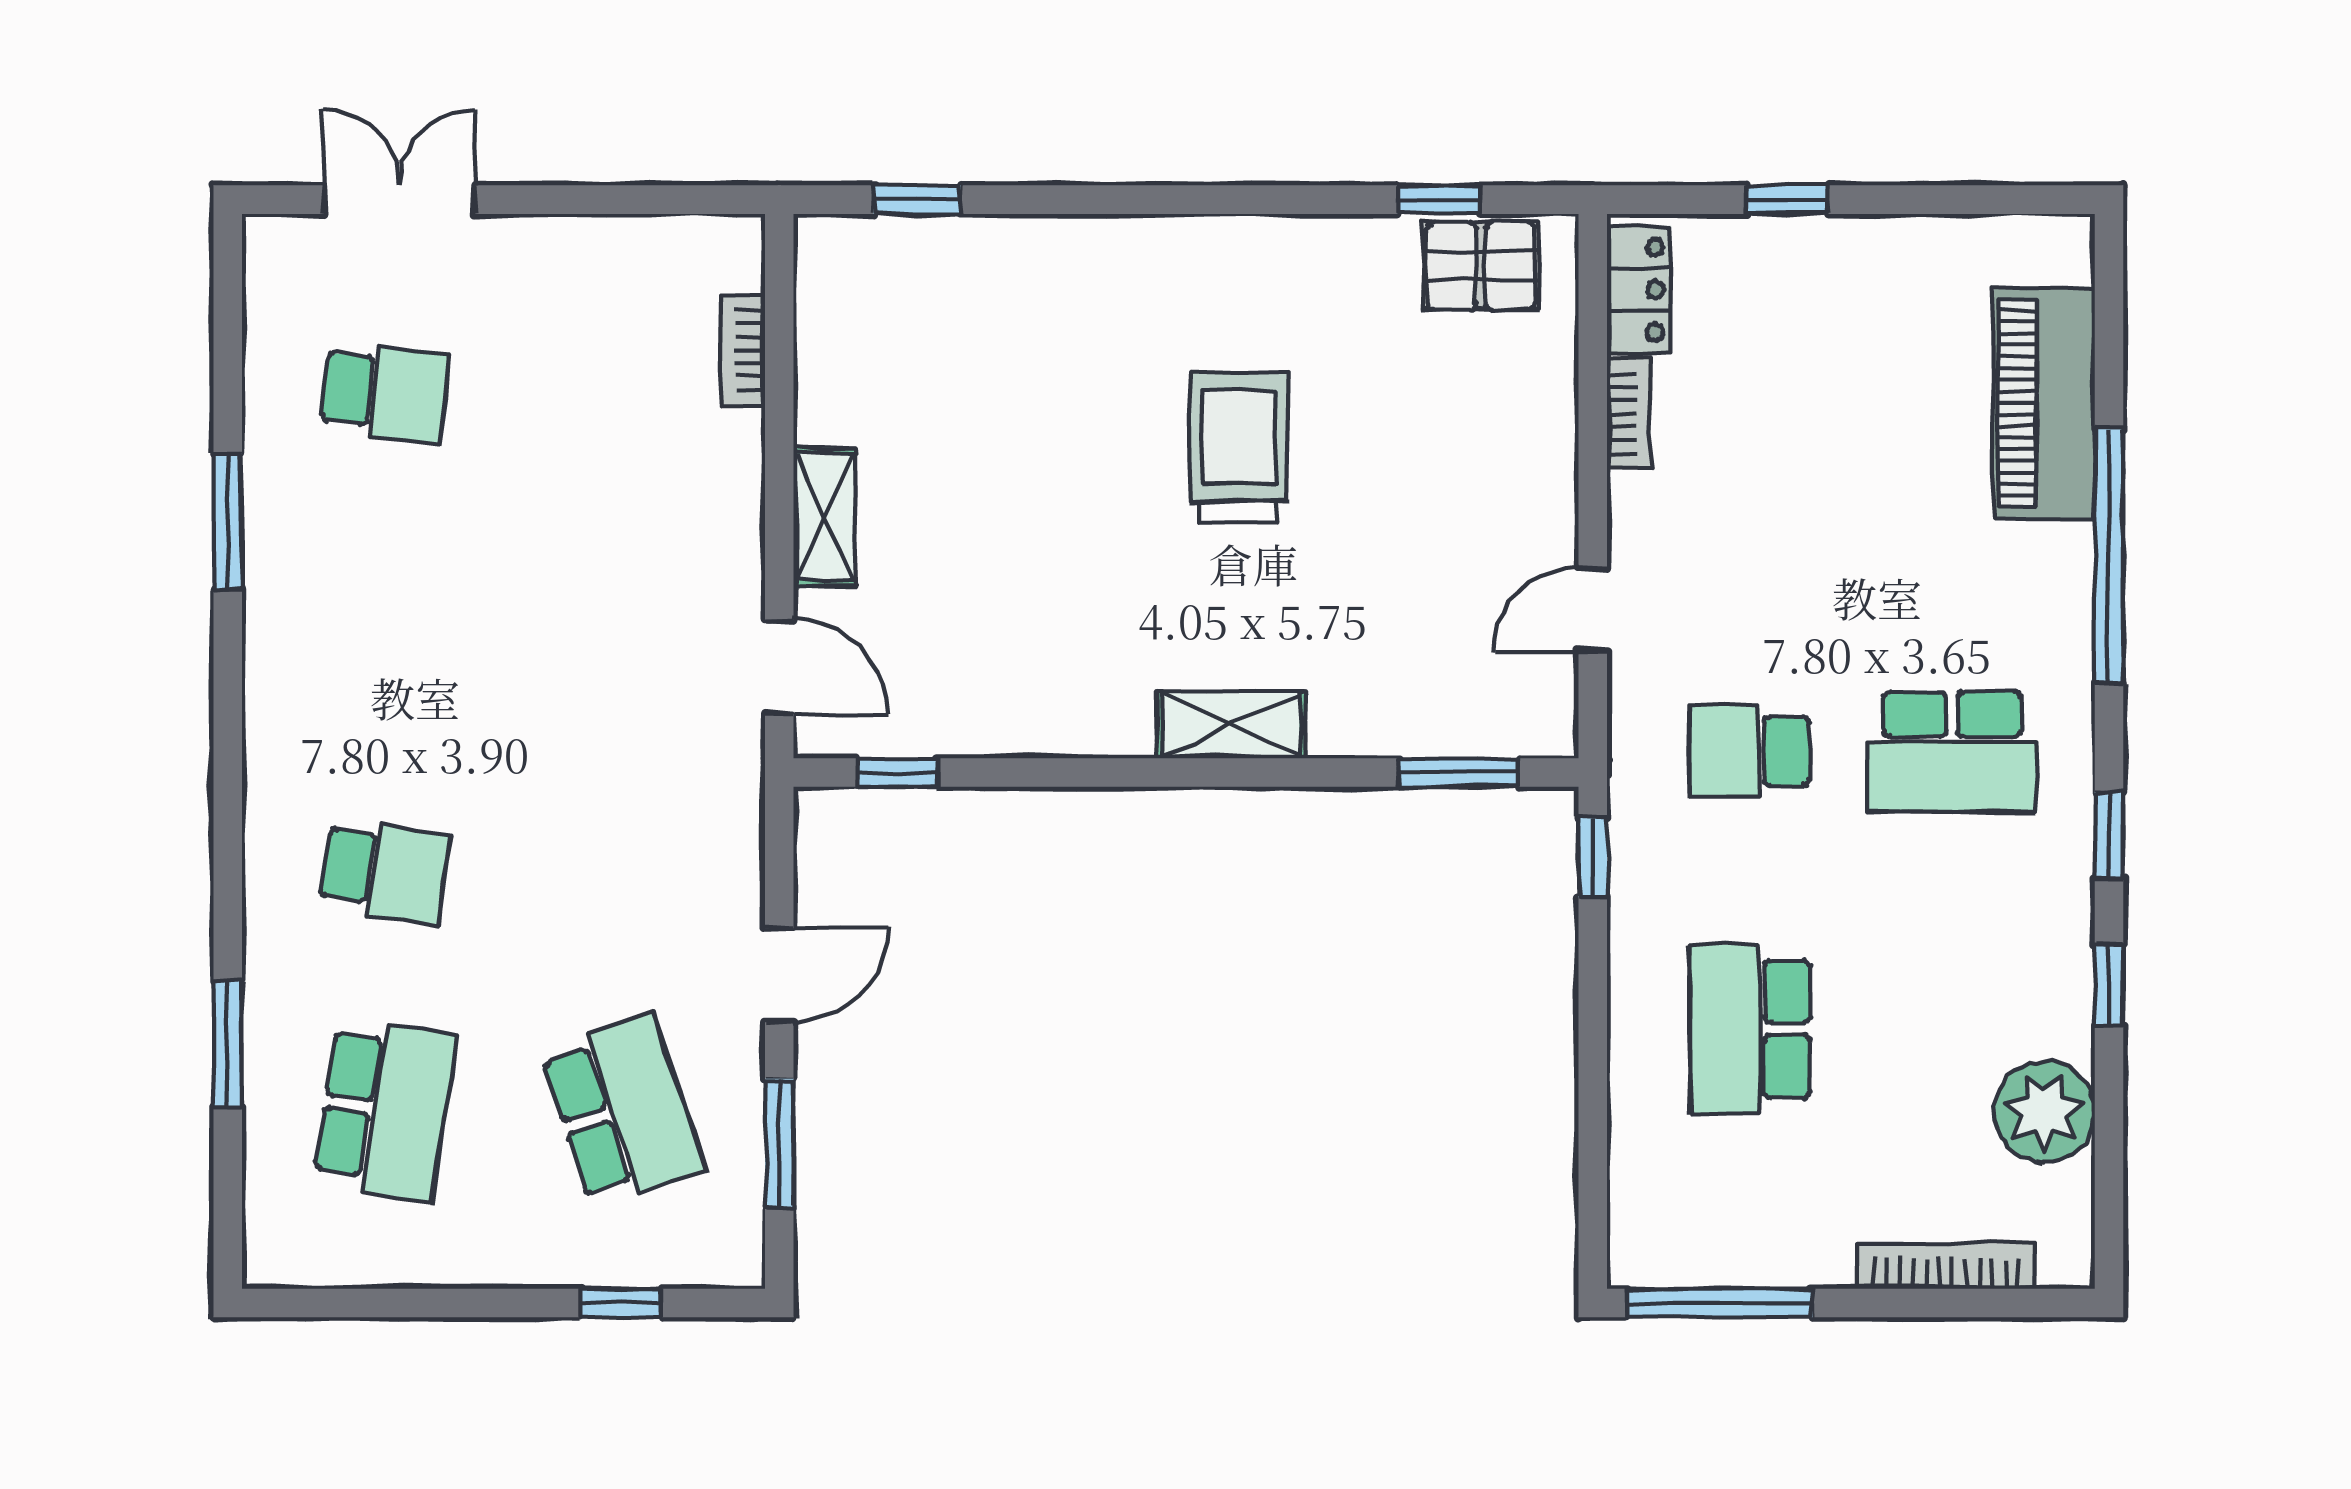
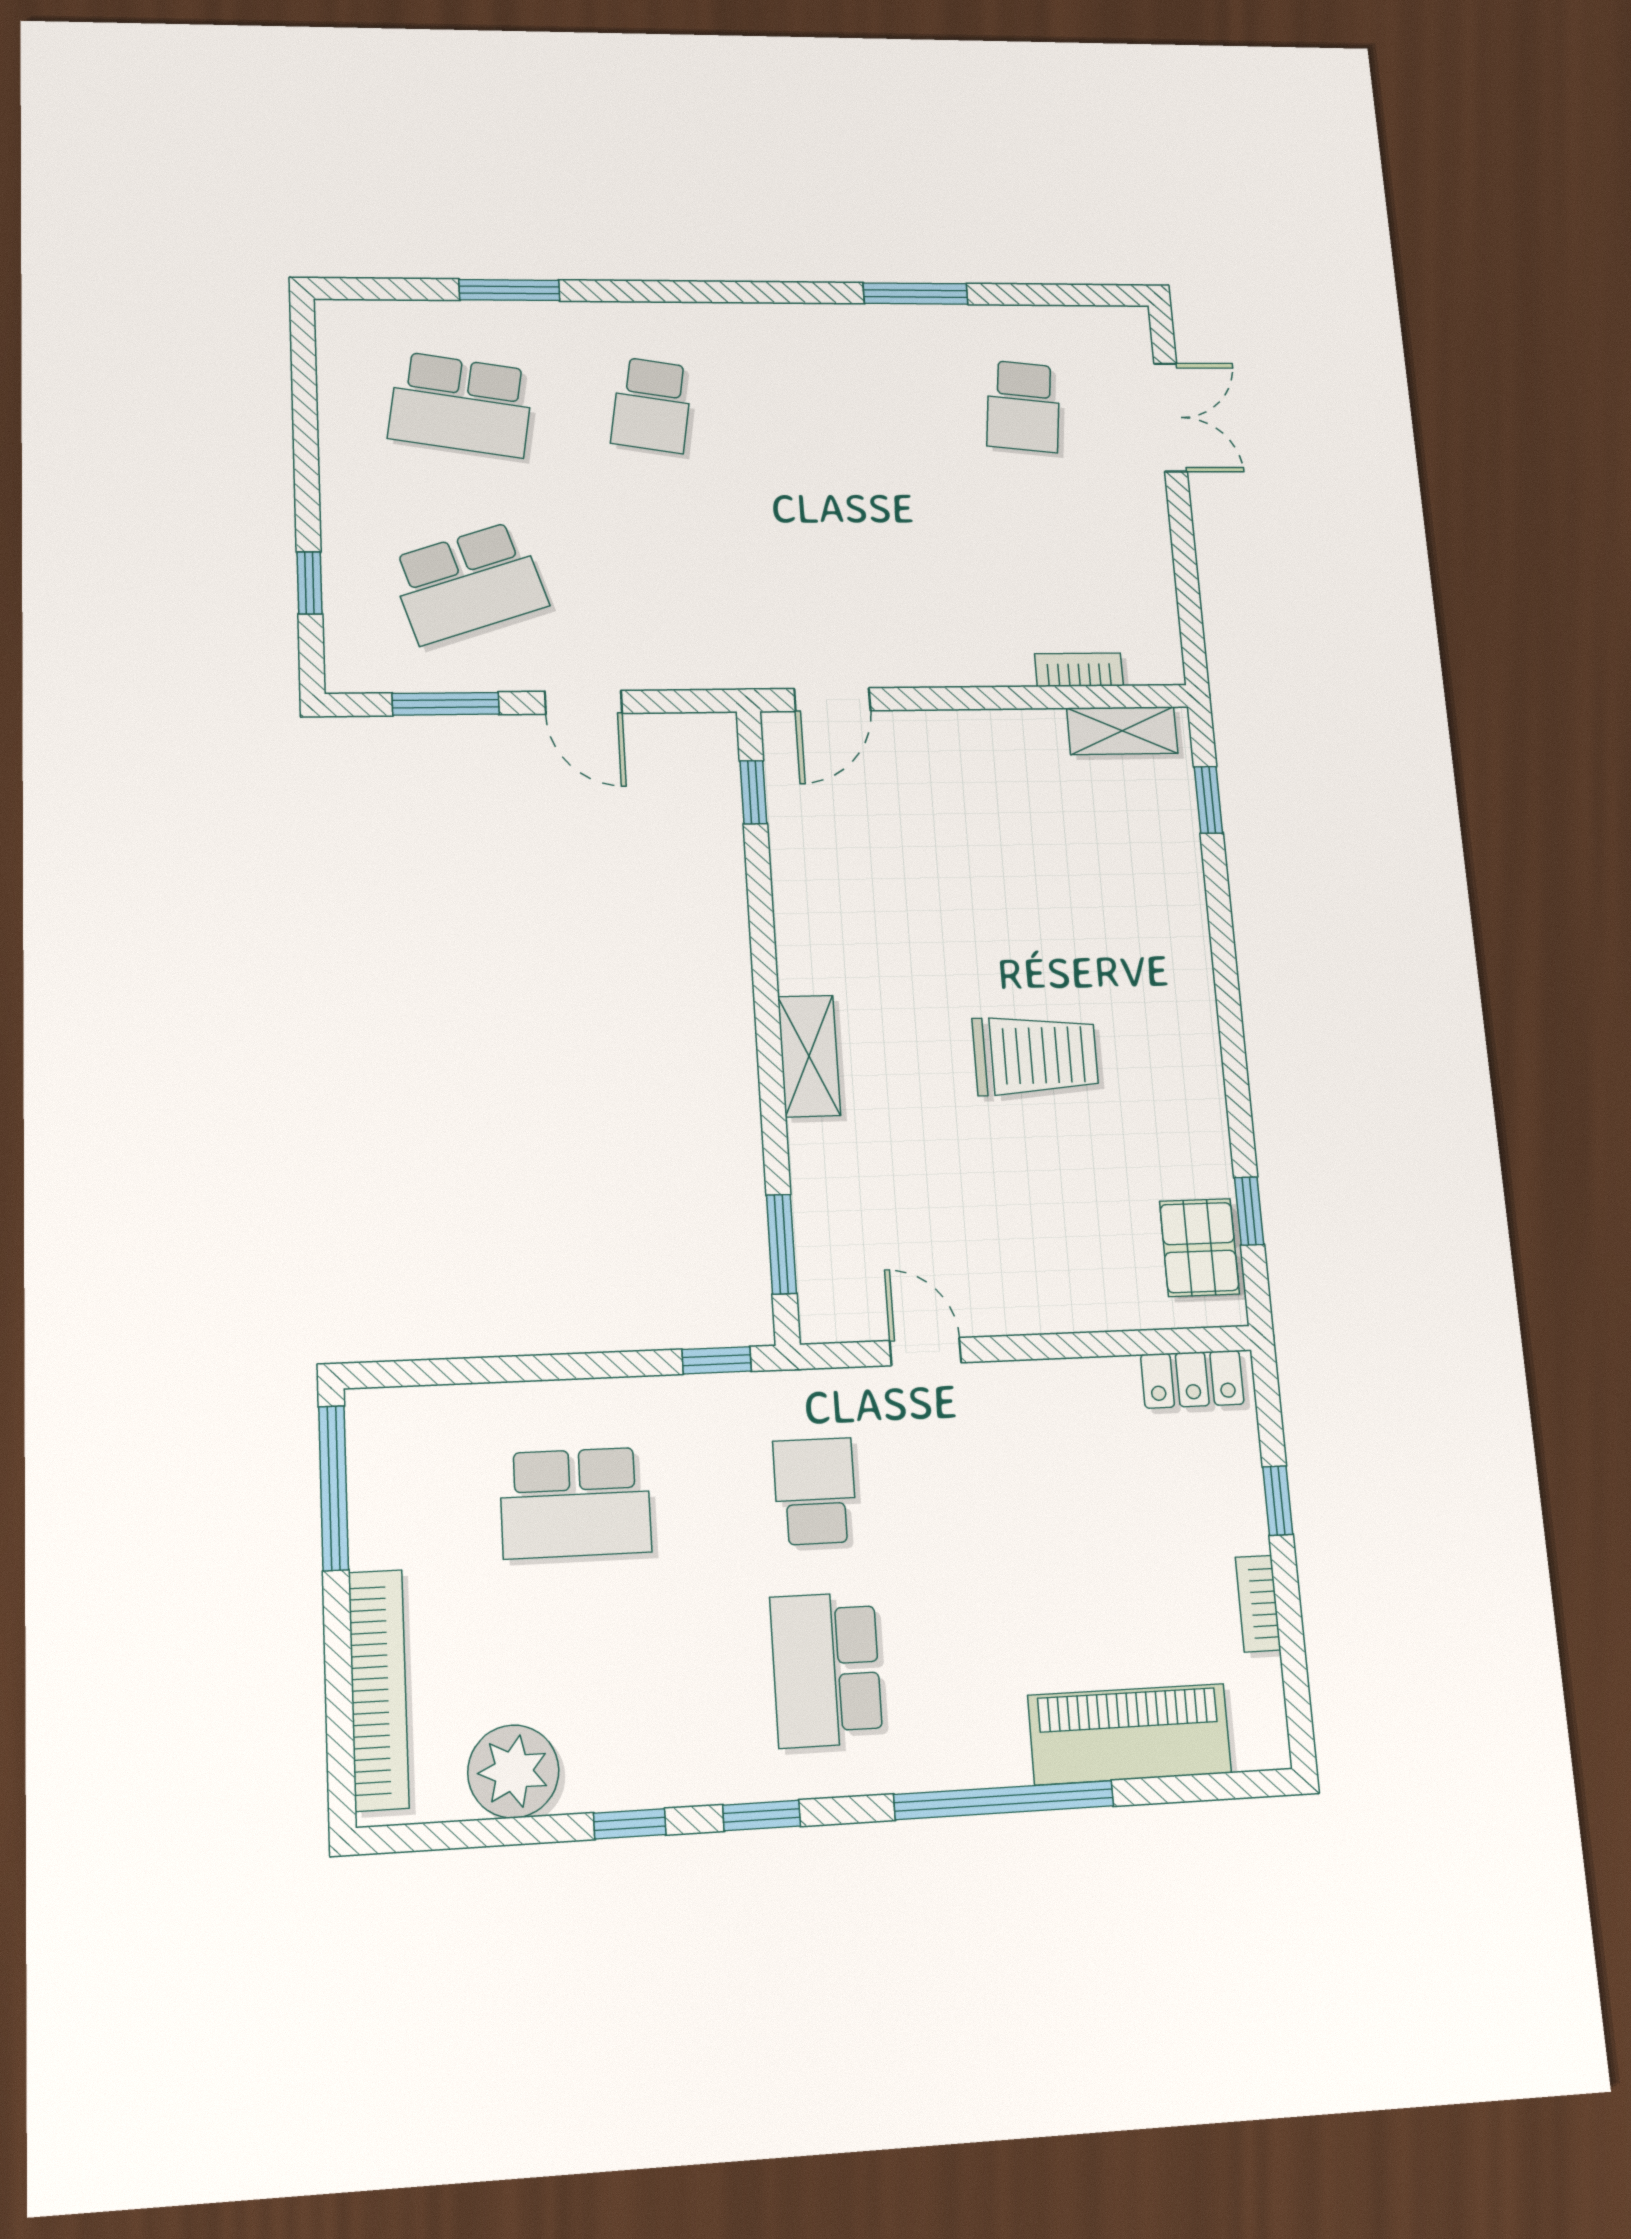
bookcase: (1629, 414) -> (1258, 1604), moved, turned 90
shelving: (824, 517) -> (1122, 731), moved
school desk: (1750, 1029) -> (575, 1503), turned 180
bookcase: (1946, 1266) -> (379, 1690), width x1.48, depth x1.31

